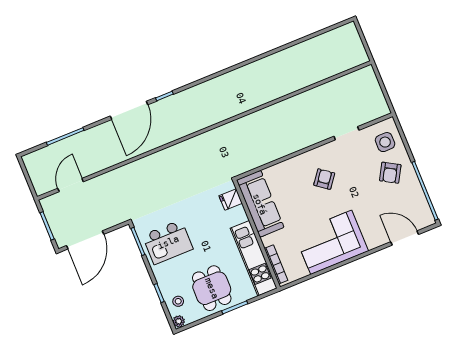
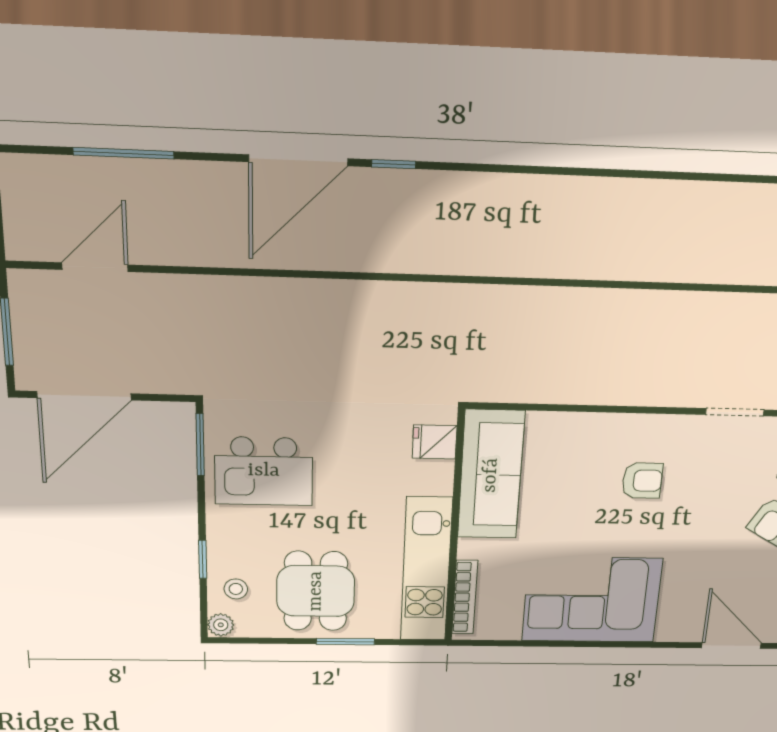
armchair: (324, 179) -> (642, 481), turned 53

